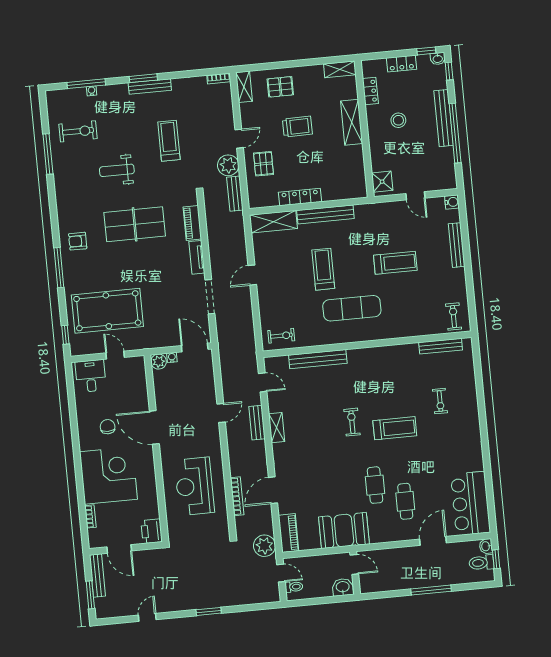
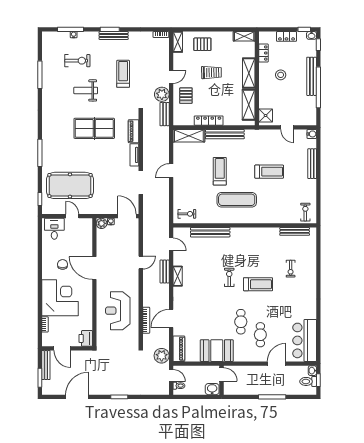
exercise bike: (78, 131) -> (77, 61), moved
shelving: (356, 168) -> (249, 105), added
armchair: (78, 241) -> (54, 136), removed
door: (147, 617) -> (77, 397), width x1.87

